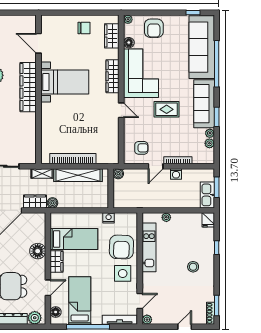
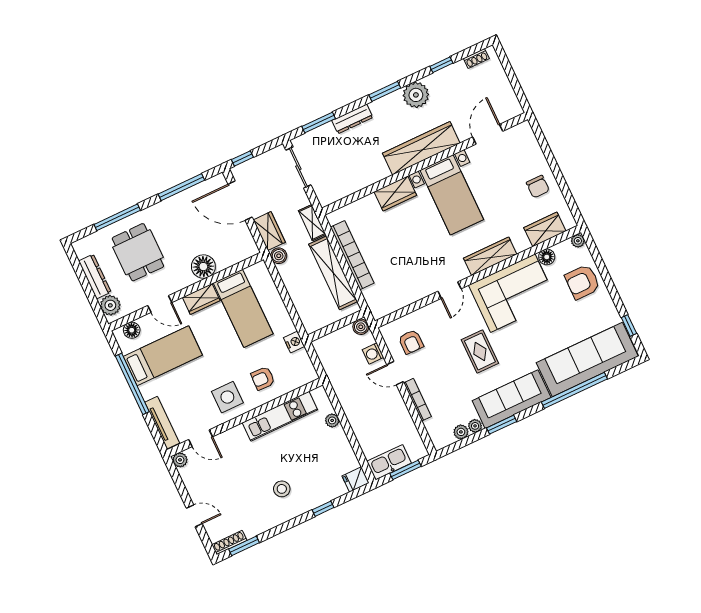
wardrobe: (48, 115) -> (395, 193), added
washing machine: (176, 174) -> (373, 354), moved
armchair: (121, 247) -> (263, 378), width x0.53, depth x0.53

